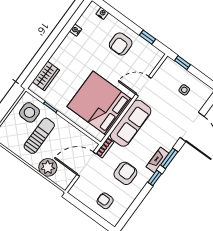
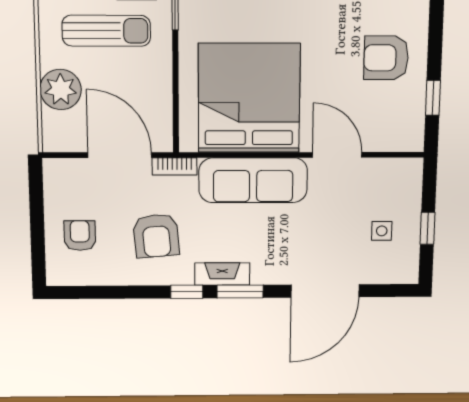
window: (182, 63) -> (428, 228), moved
armchair: (125, 173) -> (156, 236), turned 85

